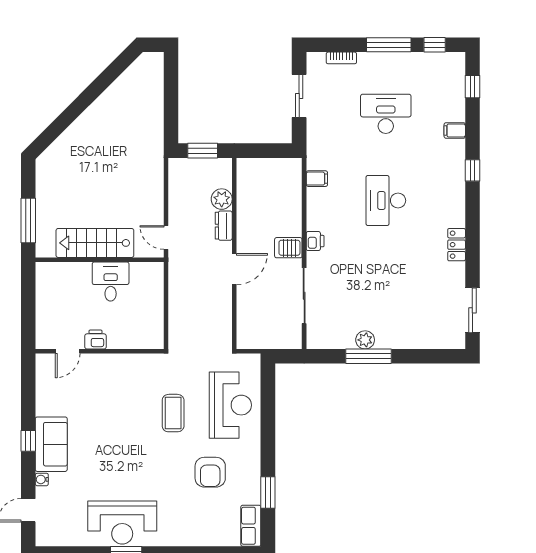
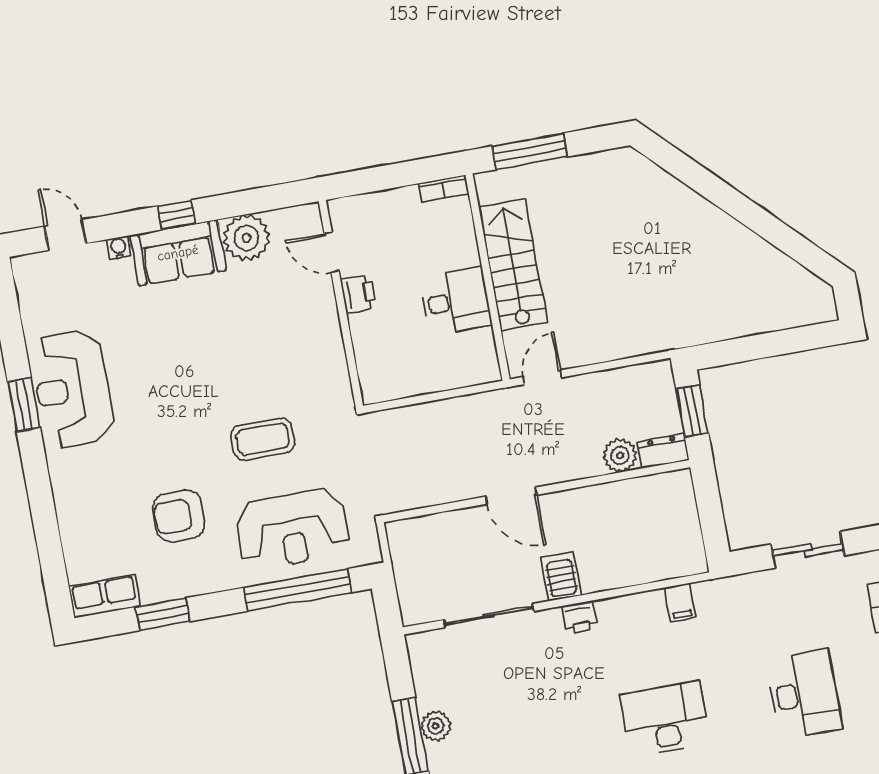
dresser: (224, 226) -> (663, 451), moved
bookcase: (41, 277) -> (443, 189), added
plant: (50, 401) -> (247, 238), added
window: (268, 409) -> (297, 590), added

